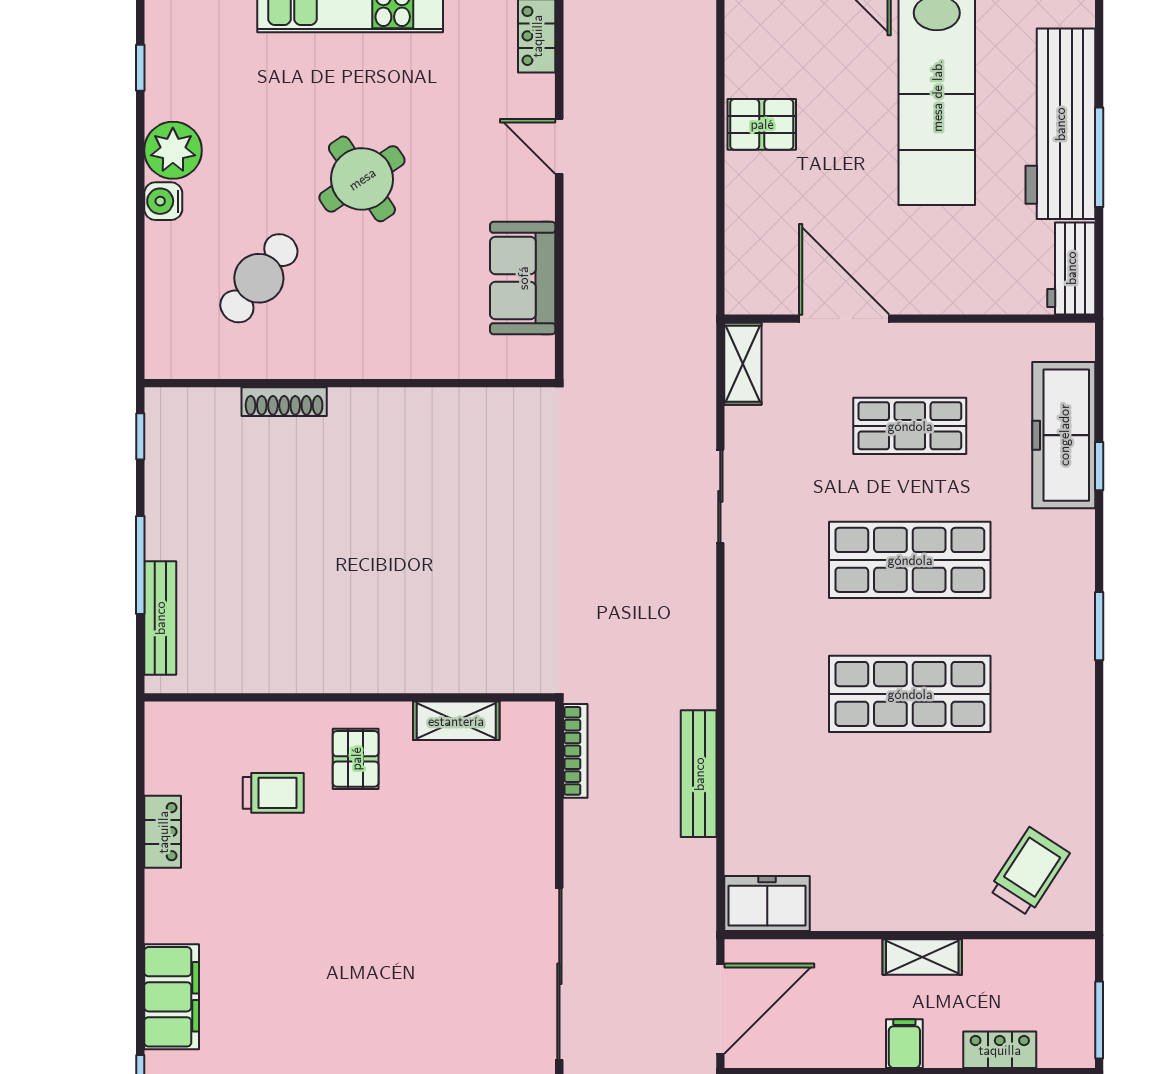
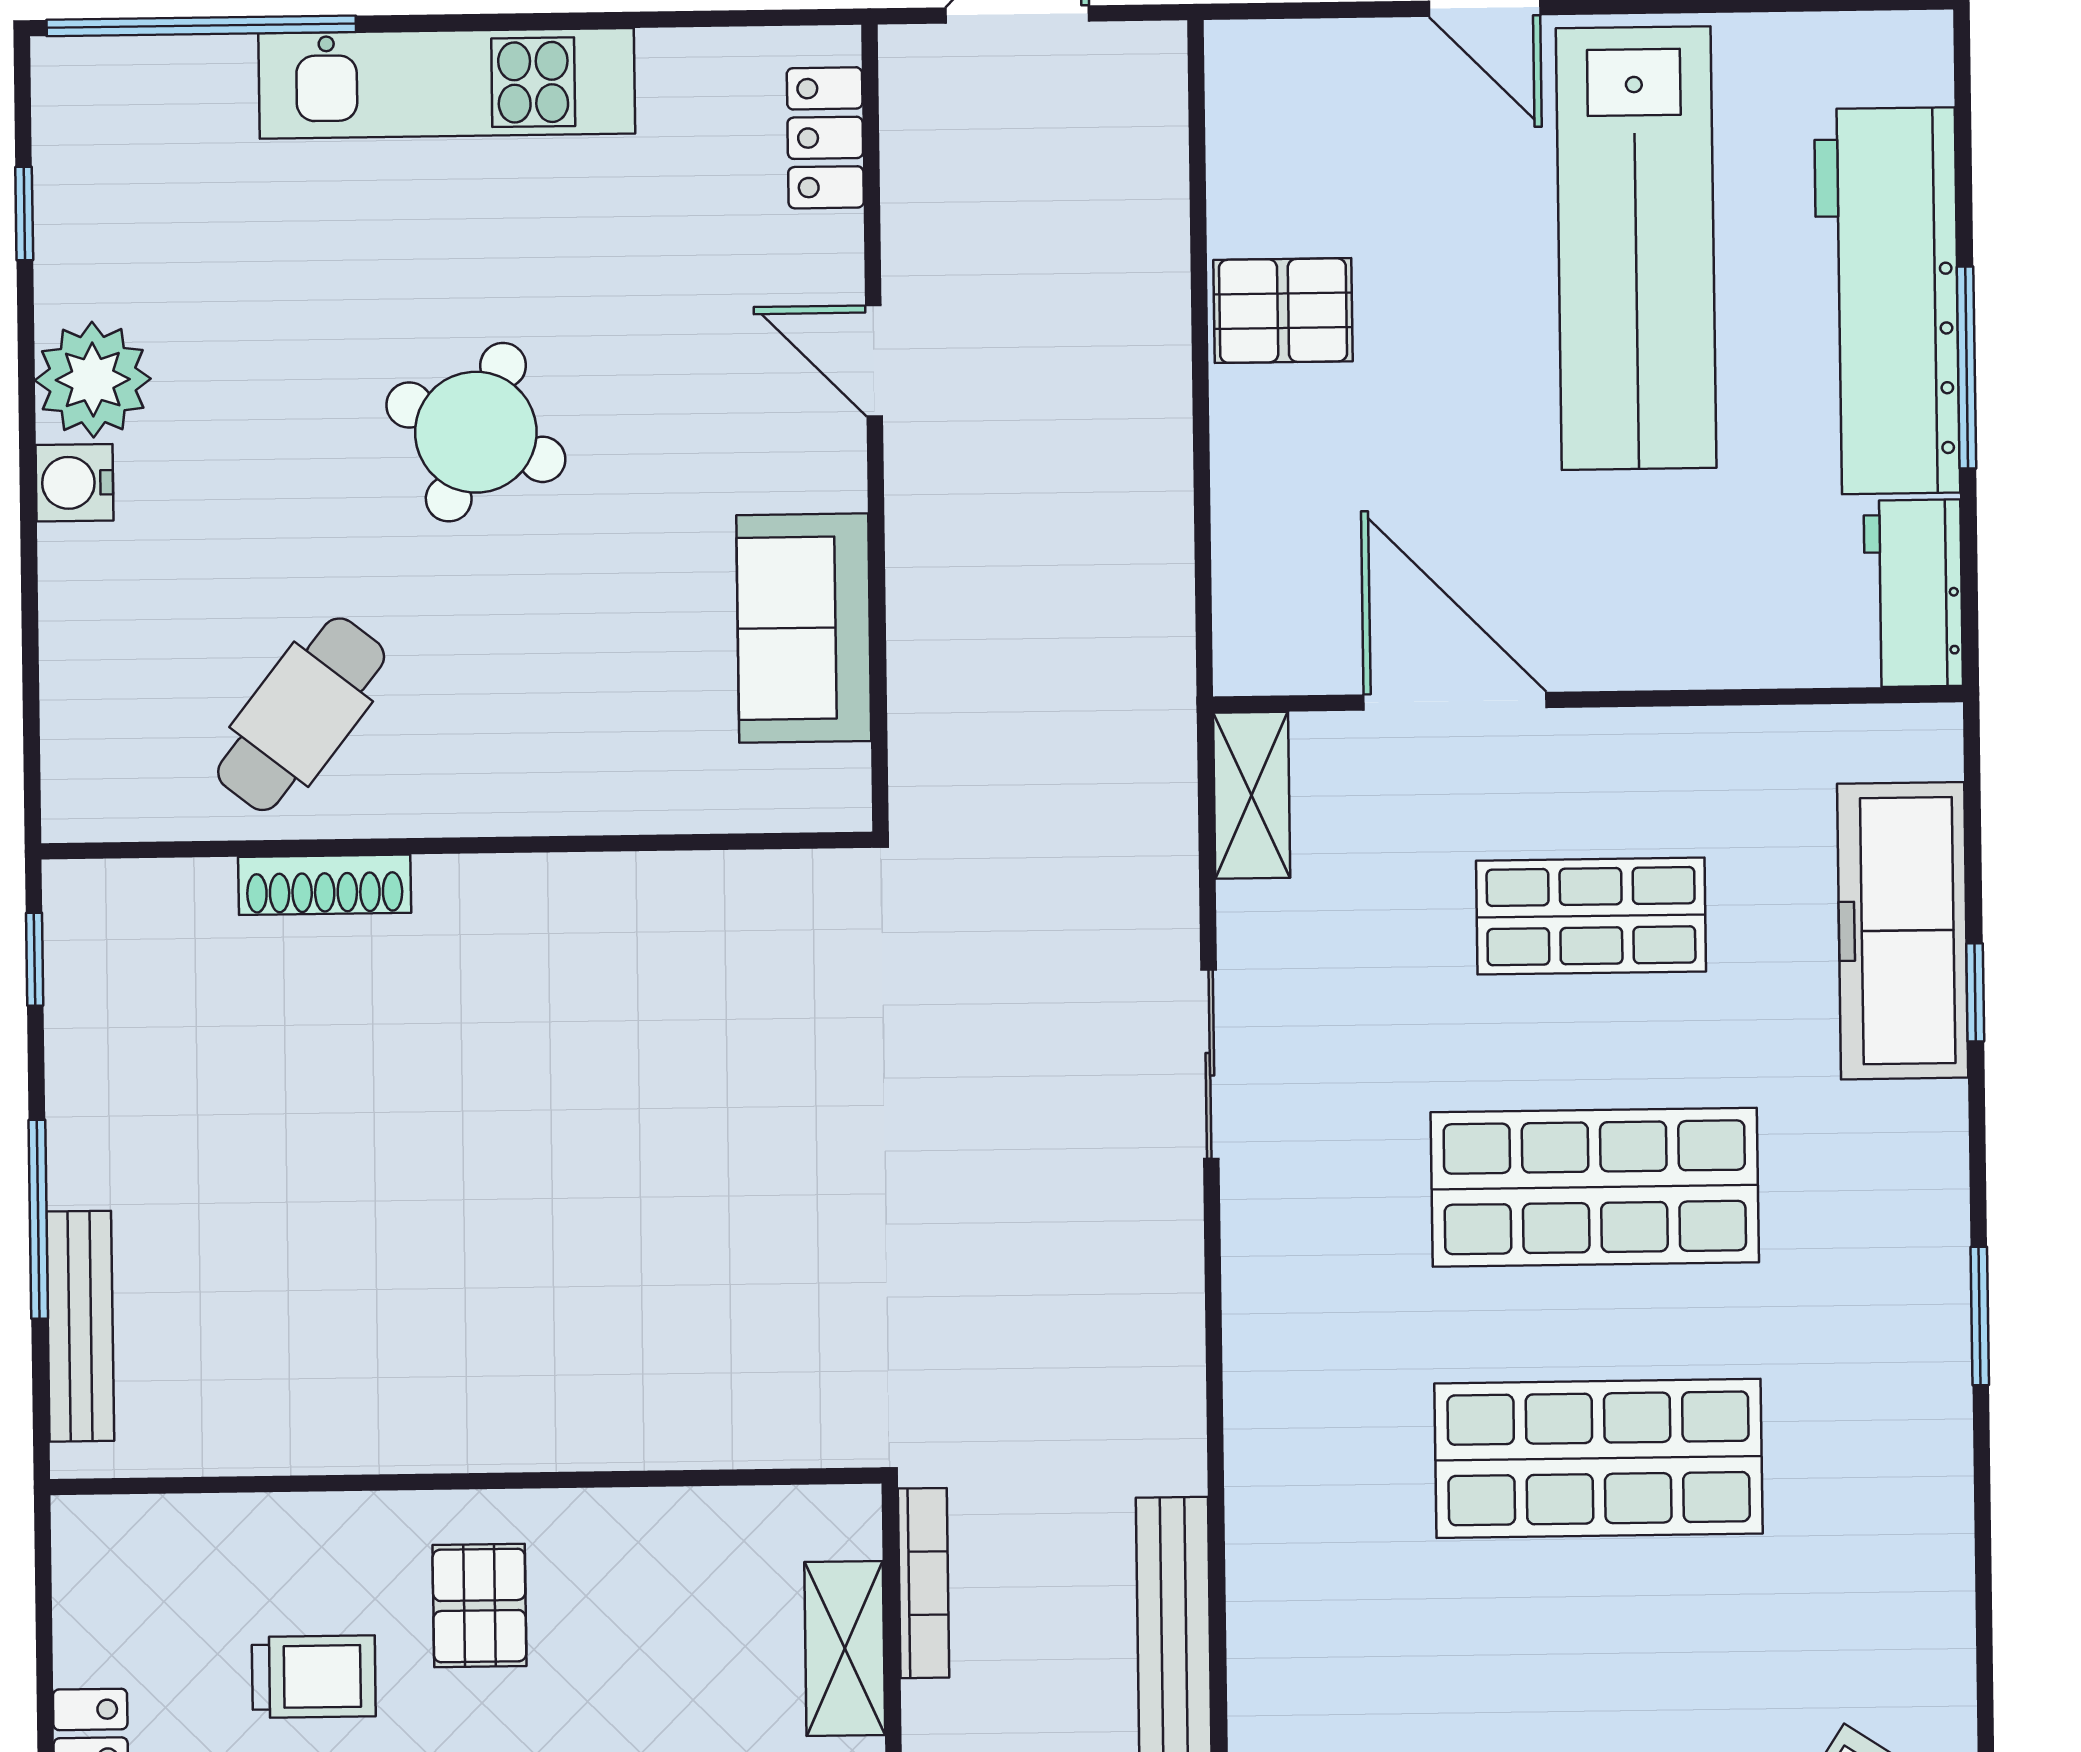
round table: (362, 179) -> (476, 432), turned -33
cafe table: (259, 278) -> (301, 714), moved
shelving: (456, 721) -> (845, 1649), moved, turned 90

